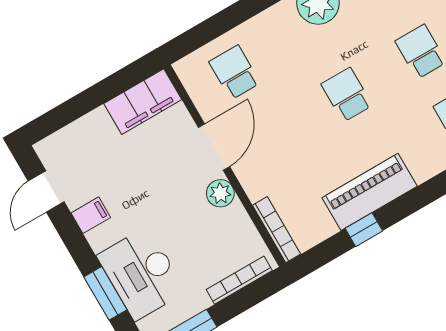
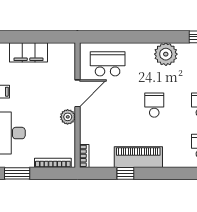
school desk: (235, 72) -> (108, 64), width x1.85
filing cabinet: (143, 102) -> (29, 52), moved
bookcase: (276, 230) -> (84, 156), width x0.64

